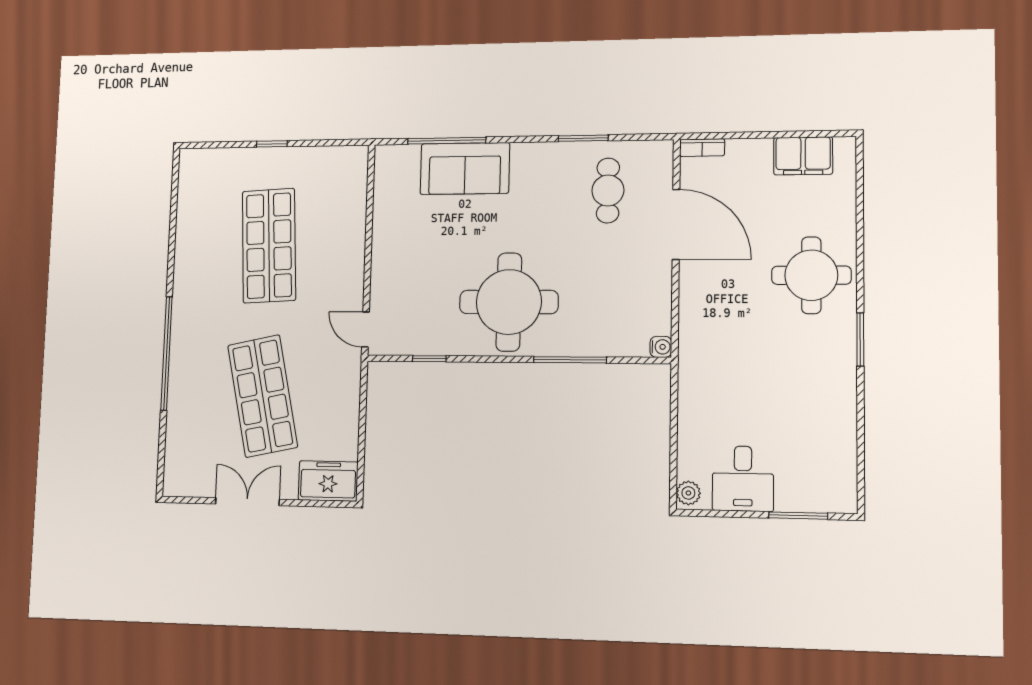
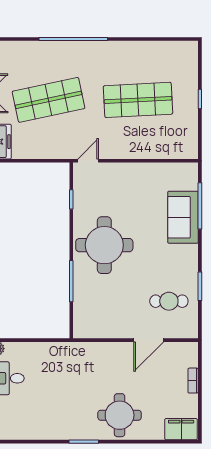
bookcase: (702, 148) -> (193, 381), moved
filing cabinet: (803, 156) -> (181, 429), moved, turned 90
door: (676, 225) -> (149, 340), width x0.73
water cooler: (661, 347) -> (79, 332), removed

